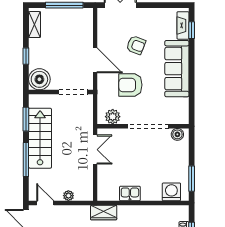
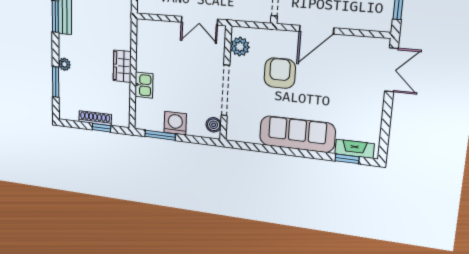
armchair: (136, 45) -> (333, 85), removed
washing machine: (171, 192) -> (175, 123), moved, turned -90
kitchen sink: (130, 193) -> (144, 85), moved
wardrobe: (104, 212) -> (122, 66), moved

